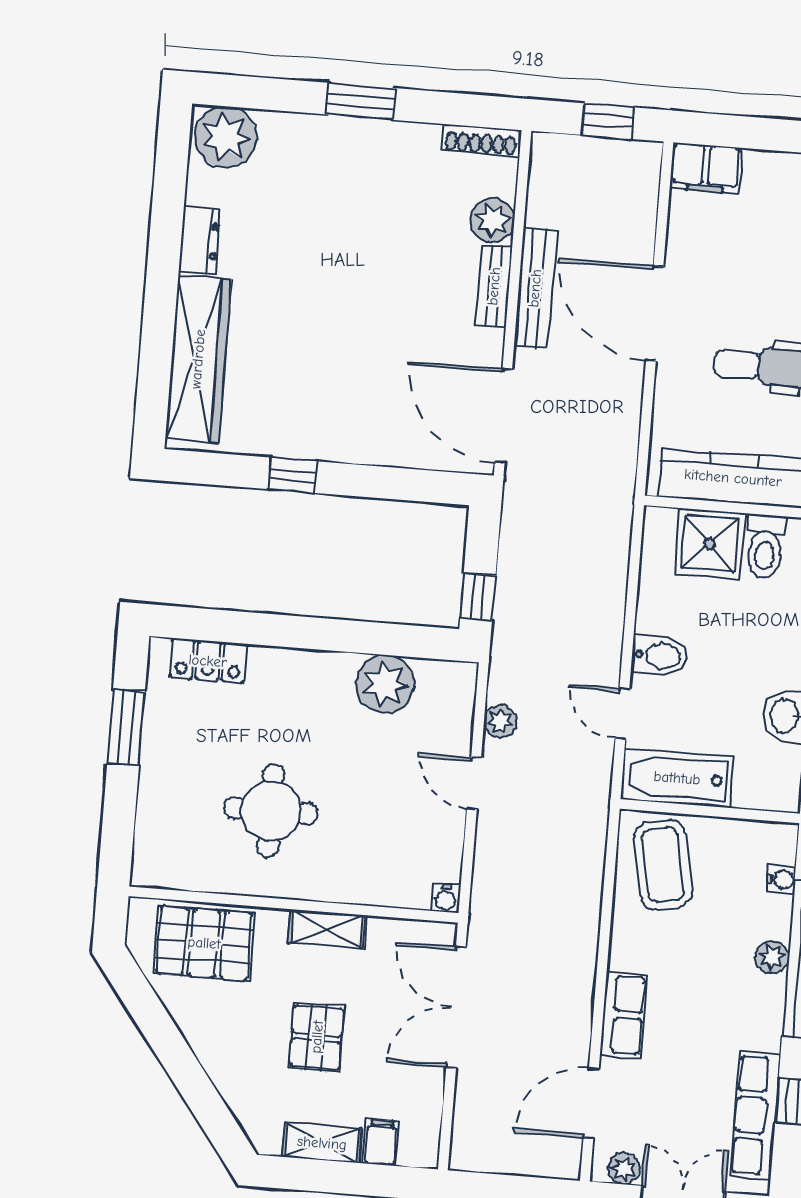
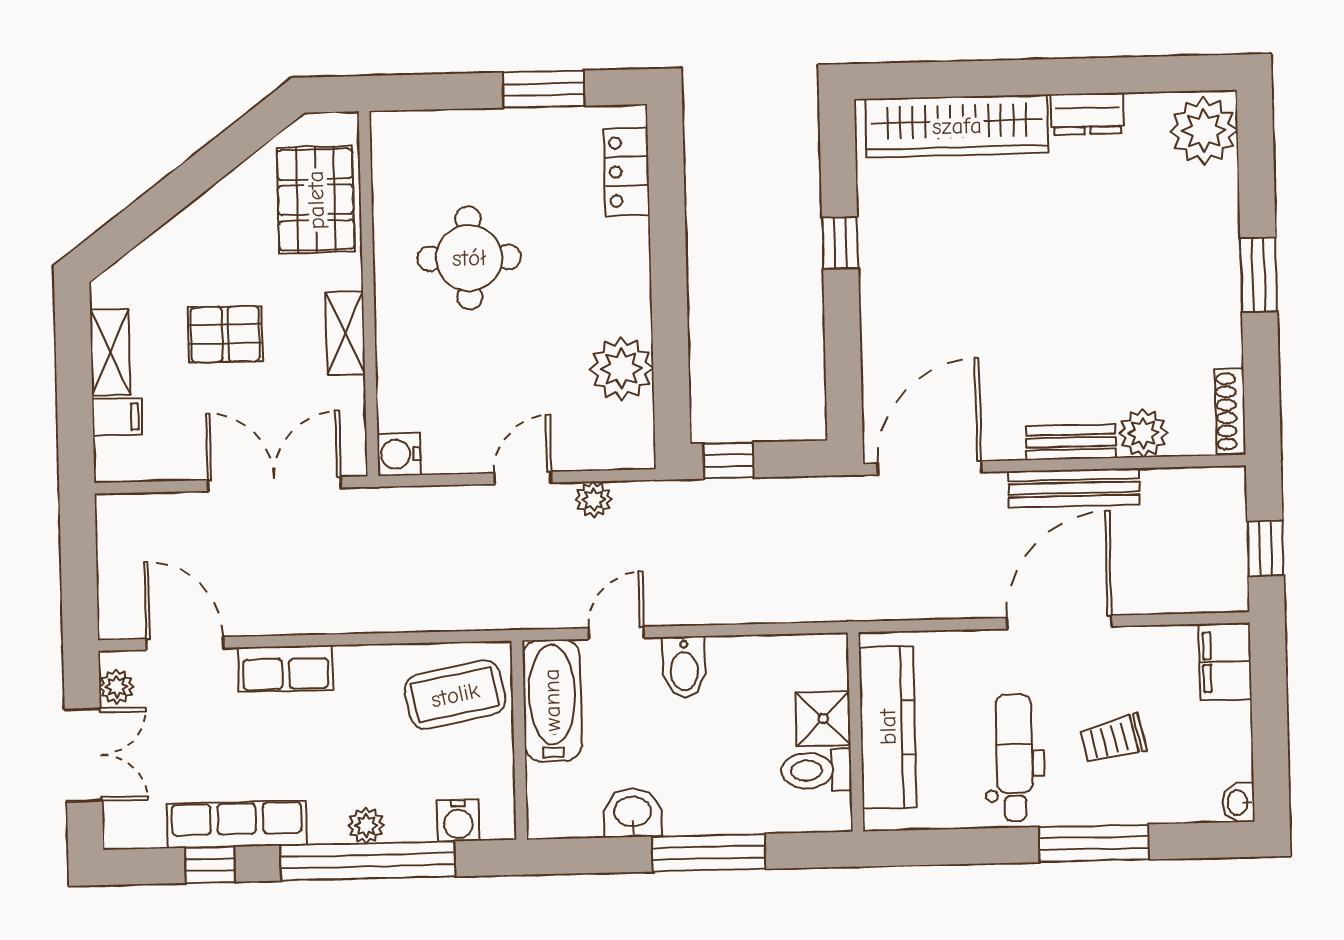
trolley: (765, 276) -> (1113, 739), added
shower: (710, 544) -> (823, 719), width x0.73, depth x0.73
water cooler: (781, 879) -> (458, 820), width x1.38, depth x1.38
water cooler: (446, 898) -> (399, 454), width x1.38, depth x1.38
row of seats: (755, 1115) -> (237, 824), moved

